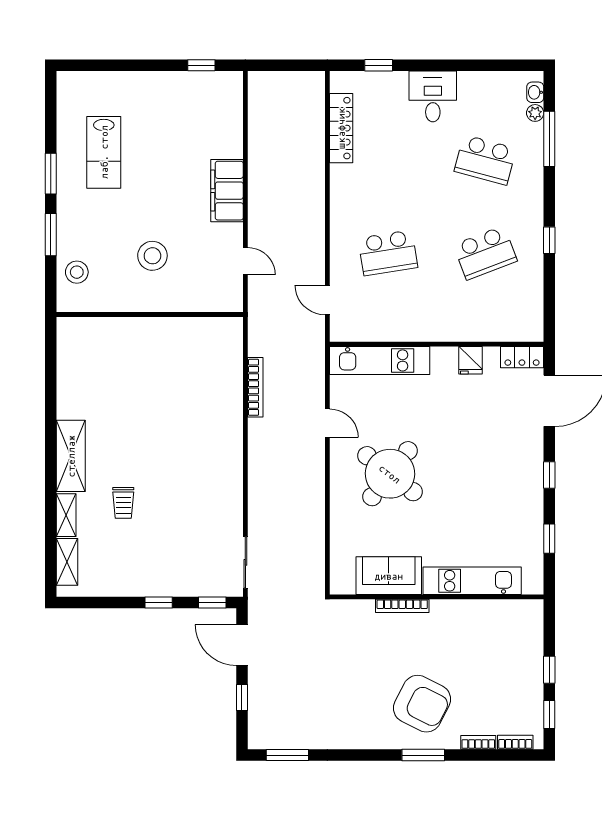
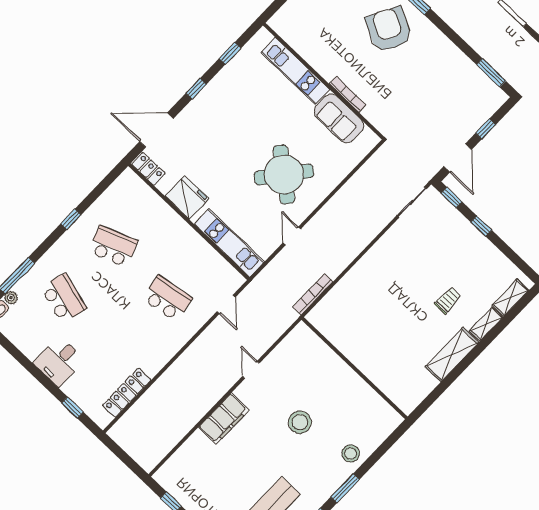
wall: (150, 314) -> (354, 368), moved
fridge: (471, 360) -> (187, 197), width x1.88, depth x1.34

